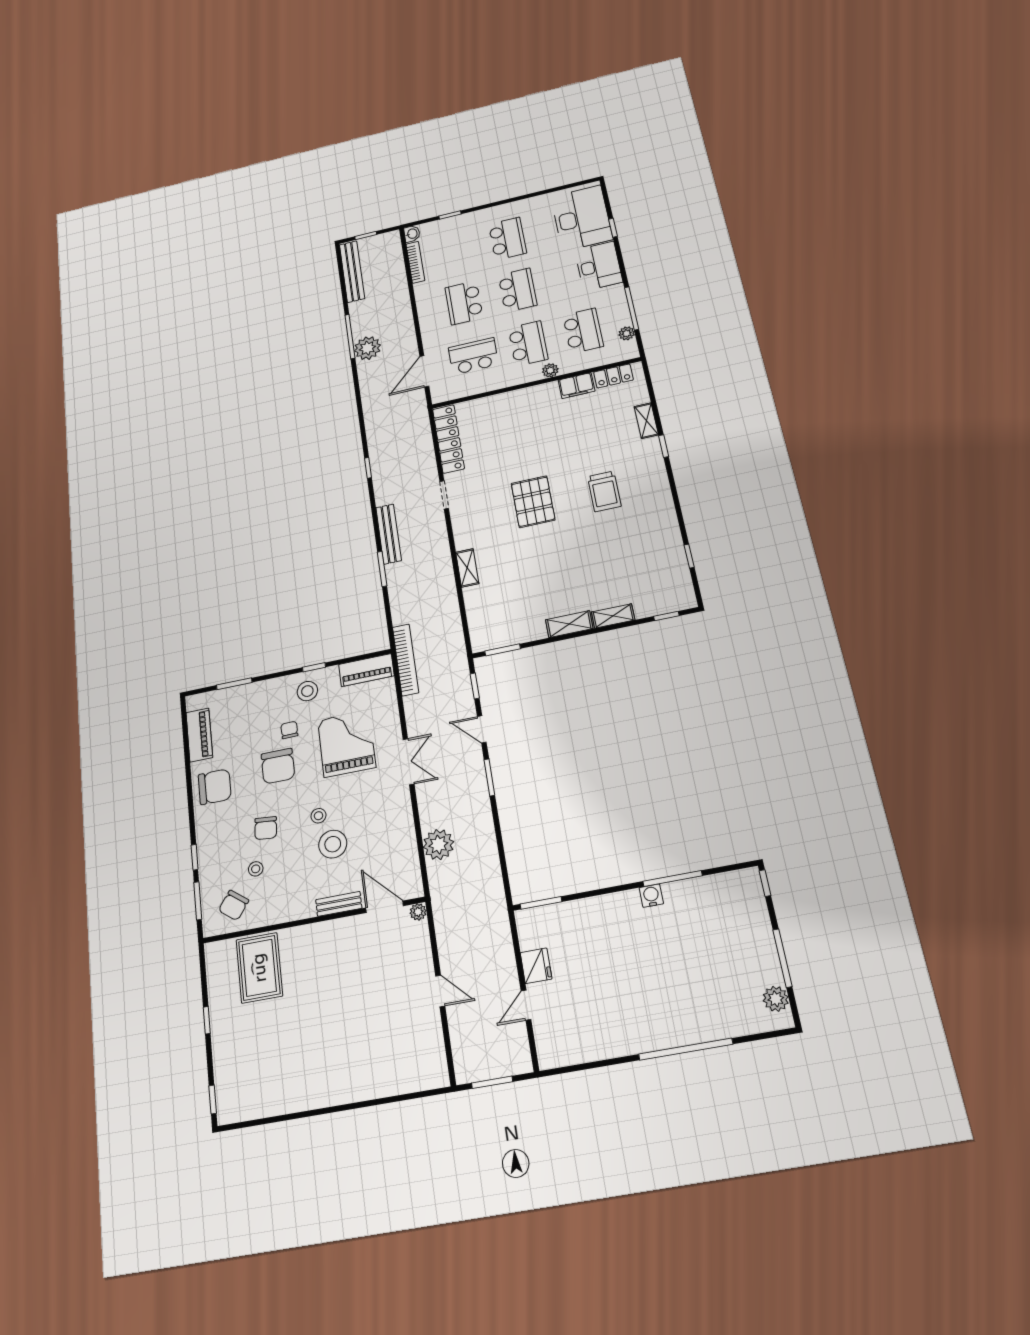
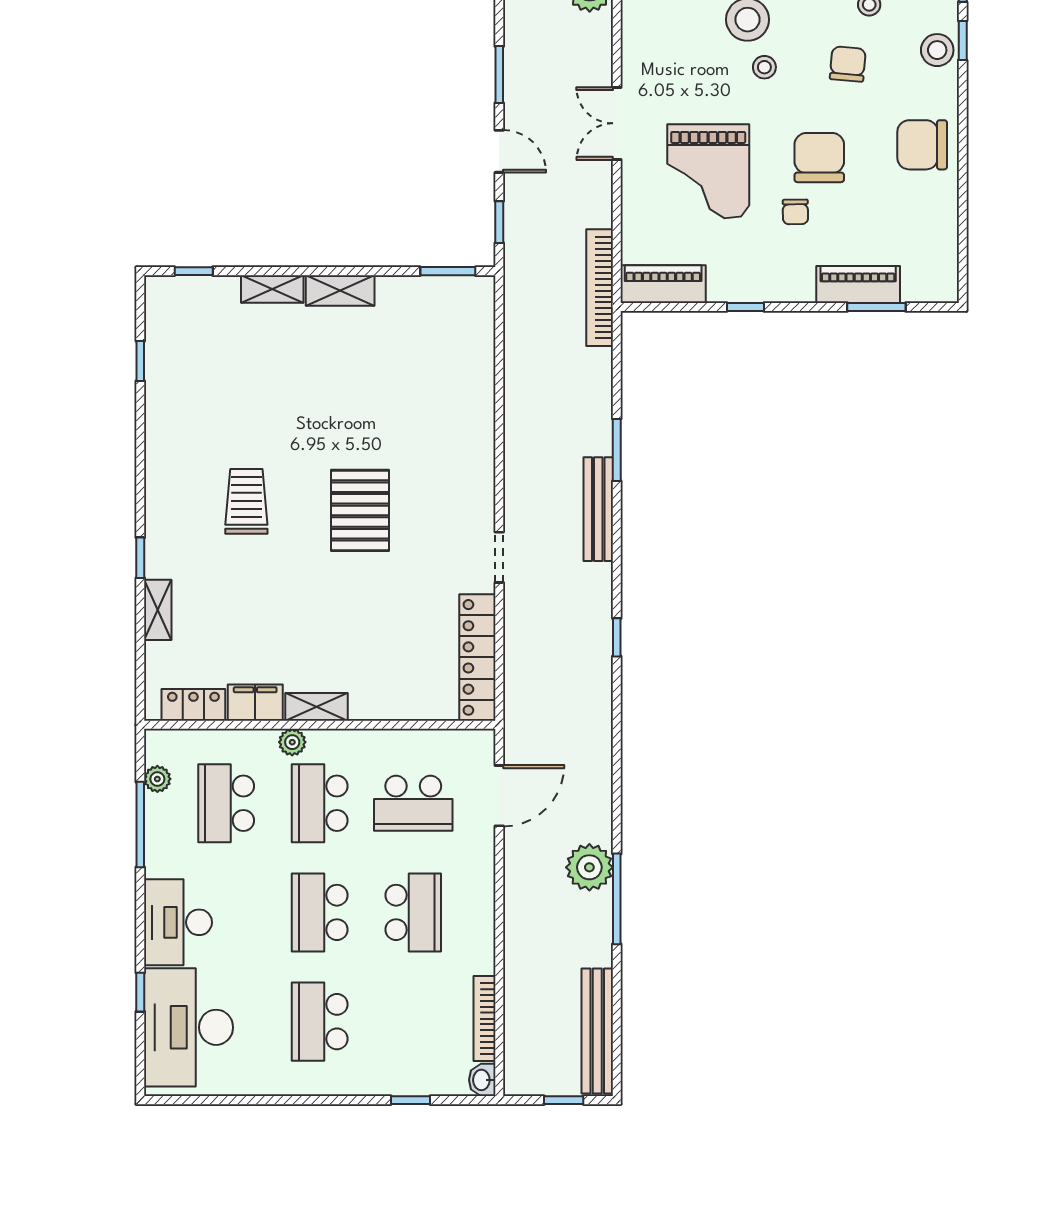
shelving: (467, 568) -> (317, 707), moved, turned 90
stool: (307, 691) -> (937, 50), moved
piano: (199, 735) -> (858, 284), moved, turned 90

